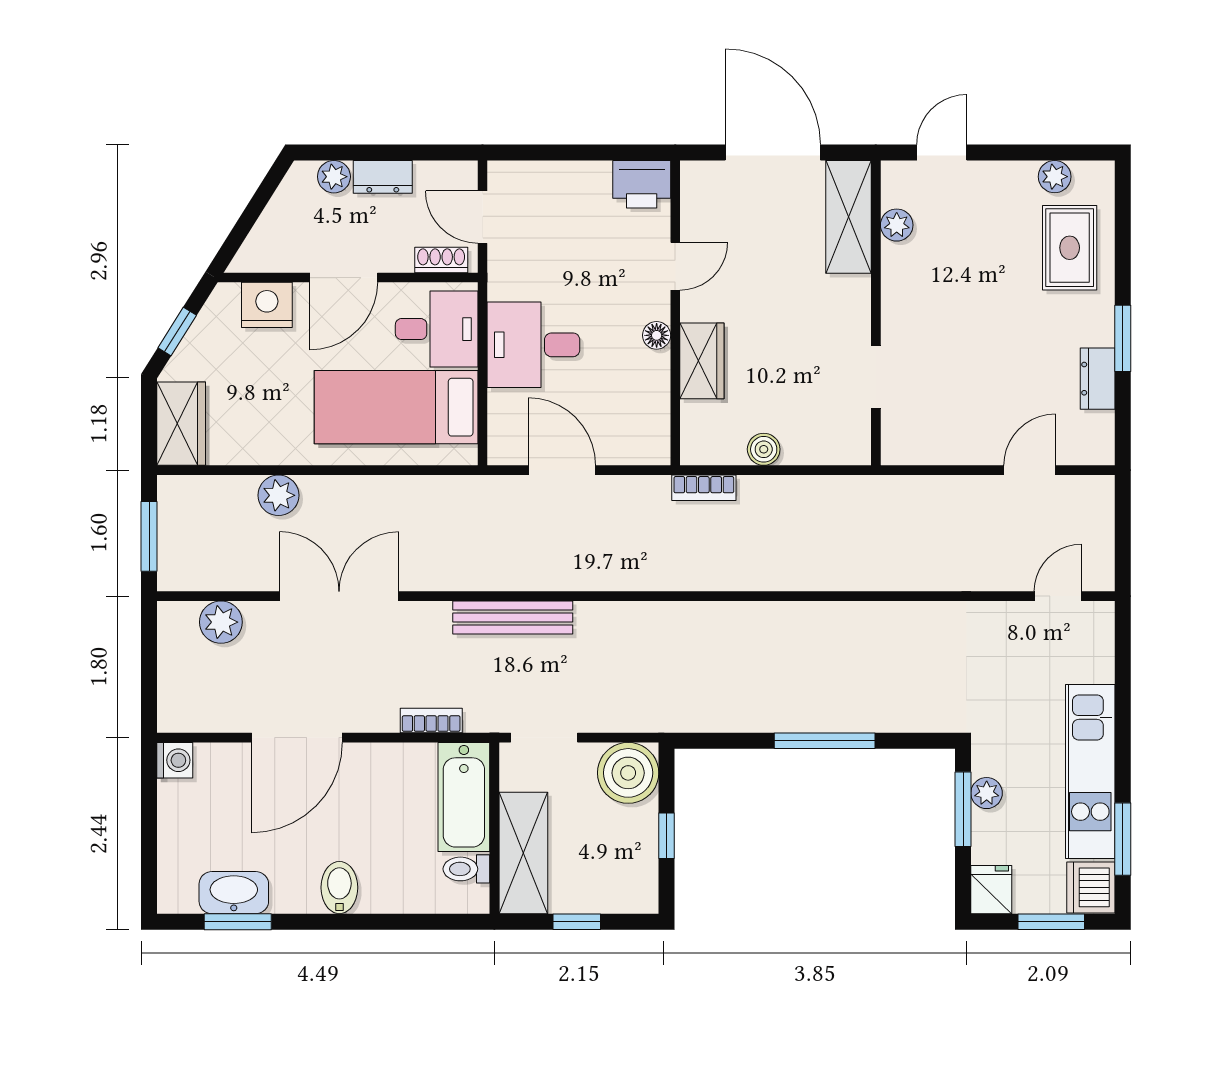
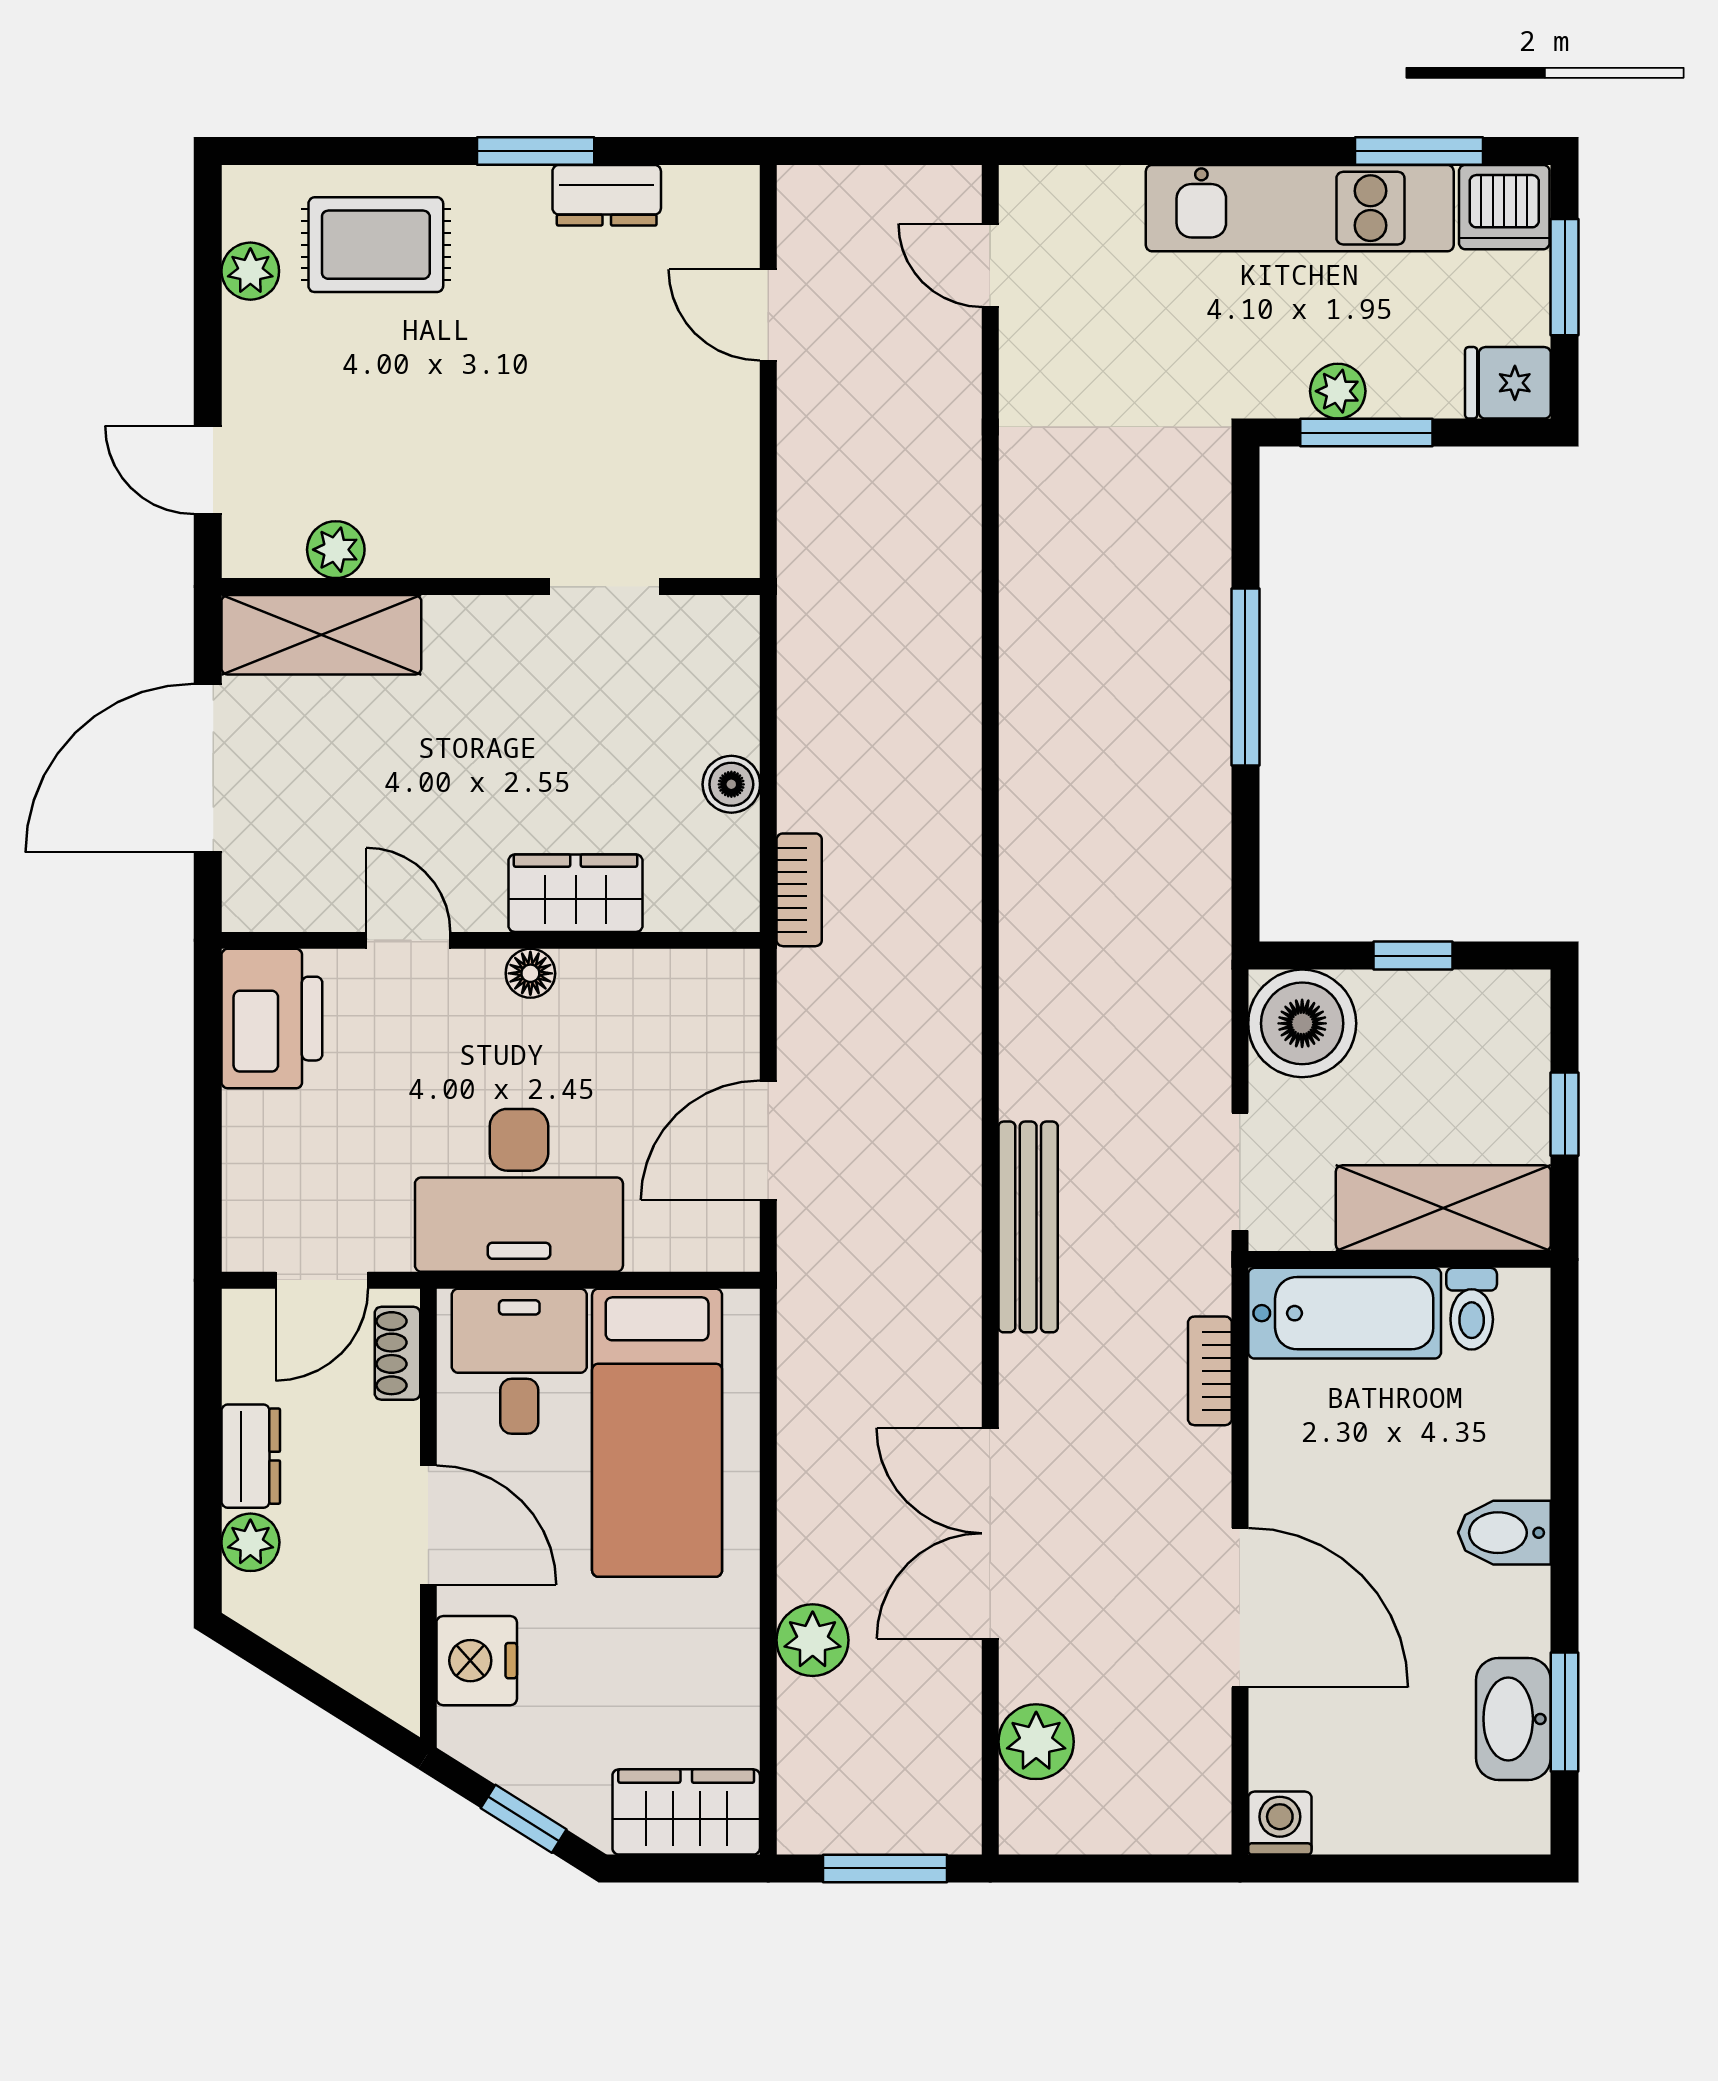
printer: (642, 184) -> (272, 1019), width x1.37, depth x1.19
desk: (533, 345) -> (519, 1190), width x1.37

